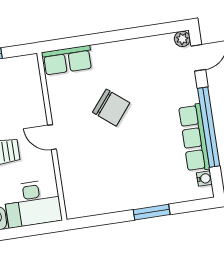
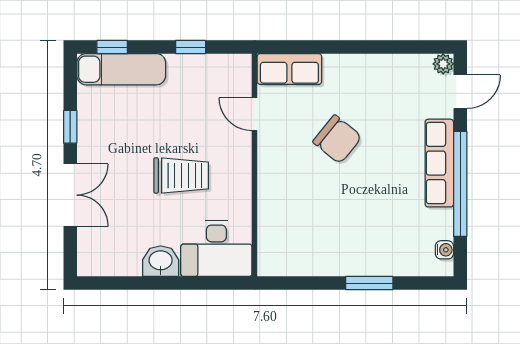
door: (52, 137) -> (255, 114), moved
row of seats: (194, 138) -> (439, 163), moved

